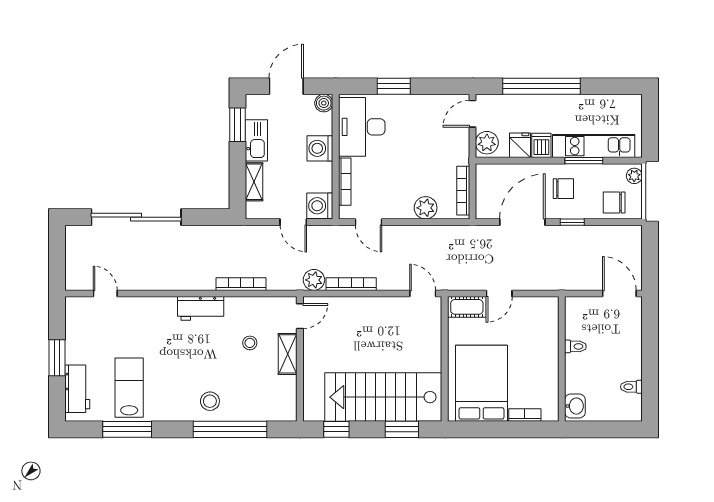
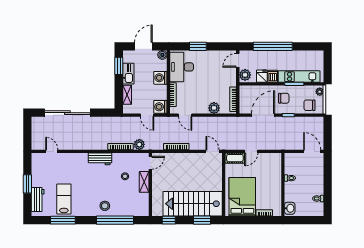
plant: (314, 280) -> (139, 144), moved

